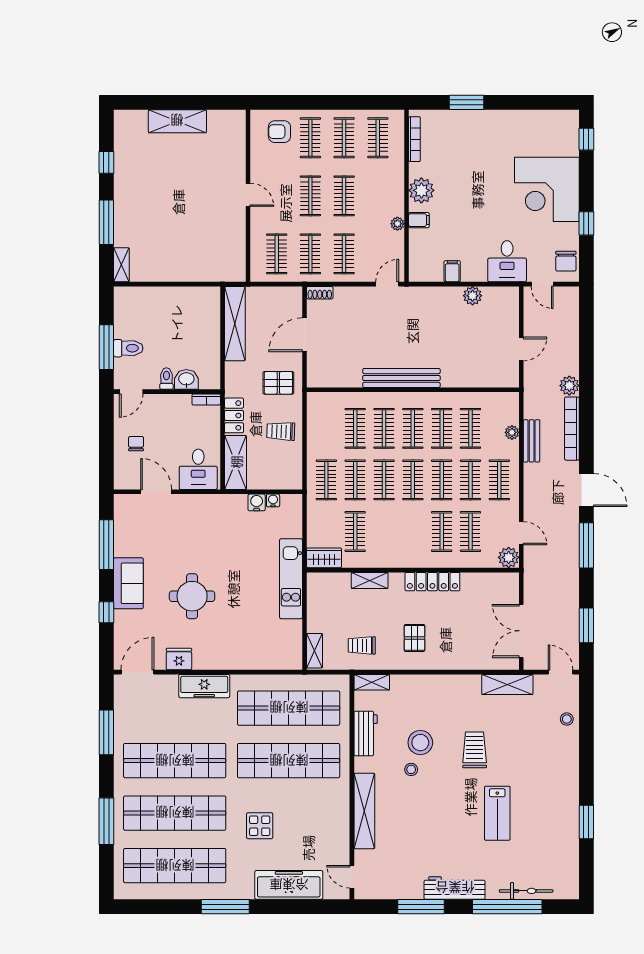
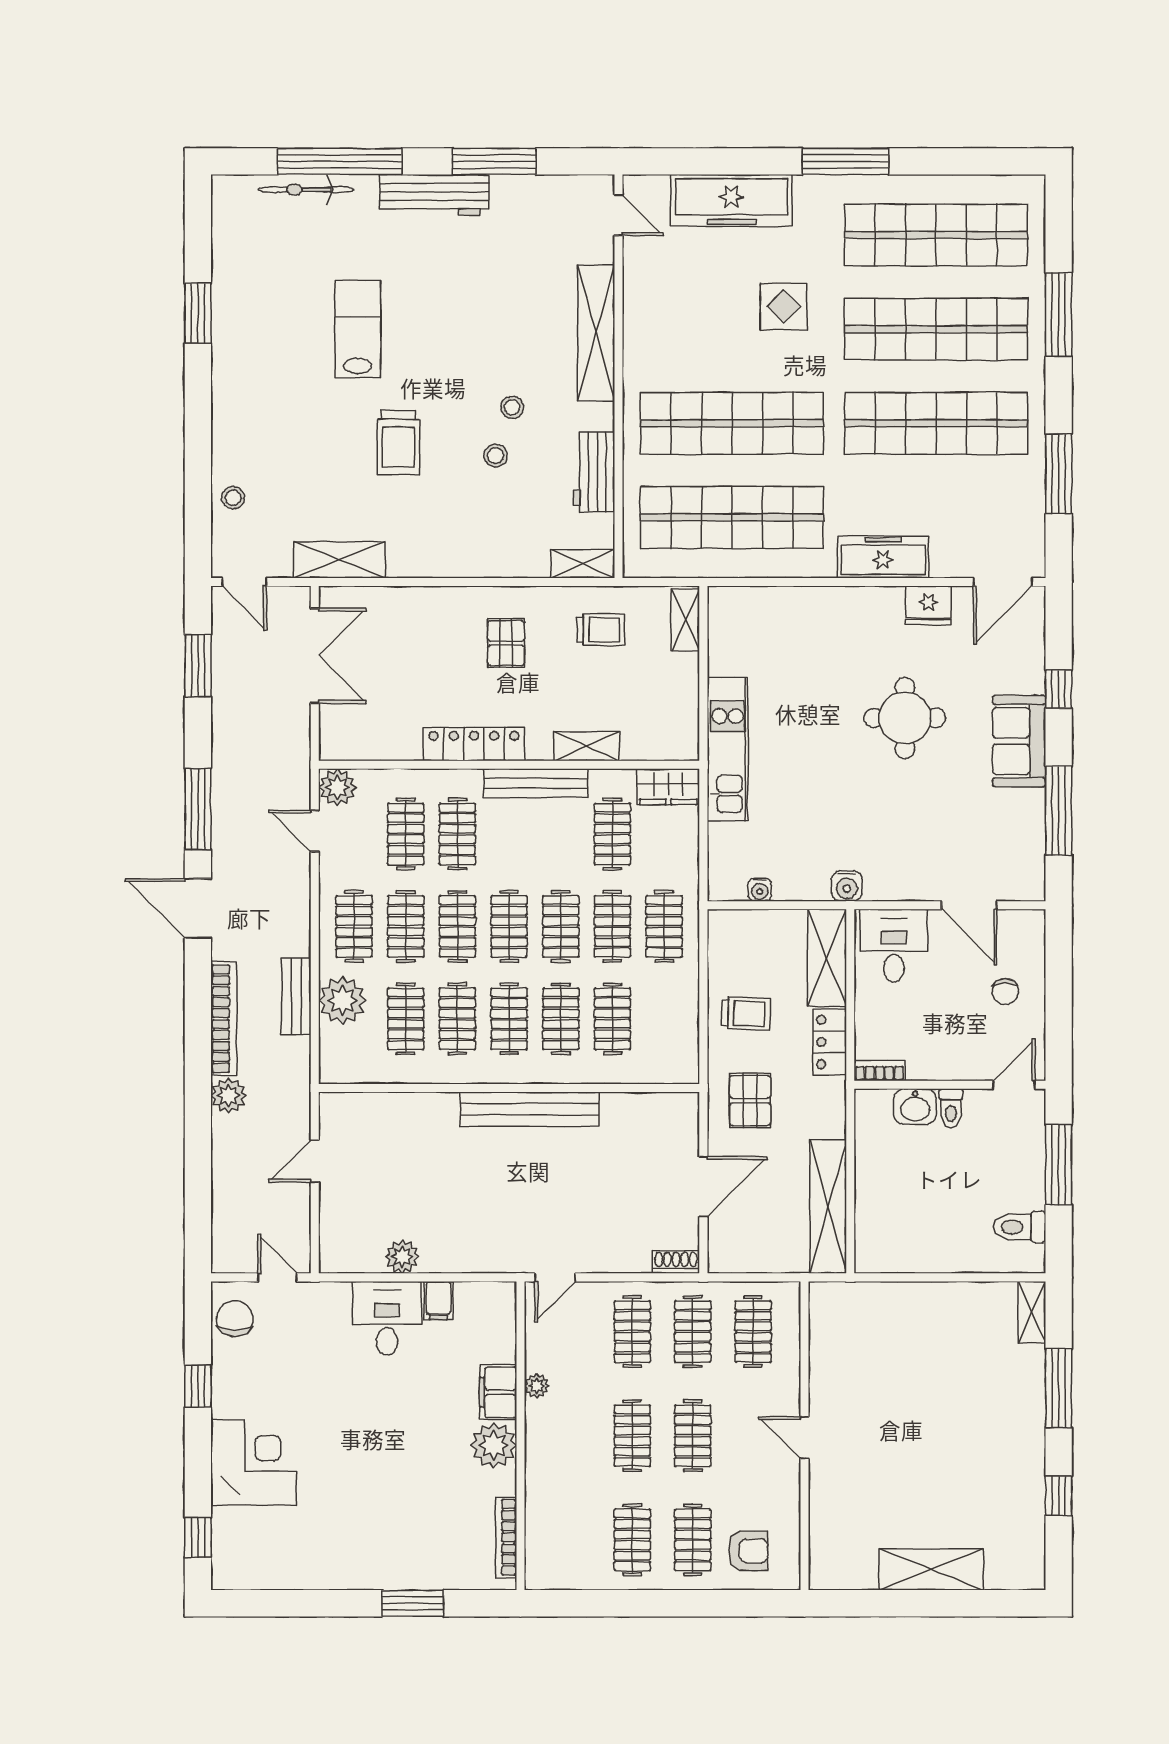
clothes rail: (378, 138) -> (572, 1540), removed
corner desk: (547, 189) -> (254, 1463), width x0.74, depth x0.74
filing cabinet: (419, 220) -> (498, 1392), width x2.00
desk: (507, 261) -> (387, 1318), moved
toilet: (128, 348) -> (1019, 1227), moved
pallet: (278, 383) -> (750, 1101), turned 90
plant: (512, 432) -> (342, 1000), width x1.87, depth x1.87
water cooler: (257, 502) -> (847, 886), moved
bench: (398, 560) -> (536, 783), added
stool: (420, 743) -> (496, 456), width x0.53, depth x0.53

